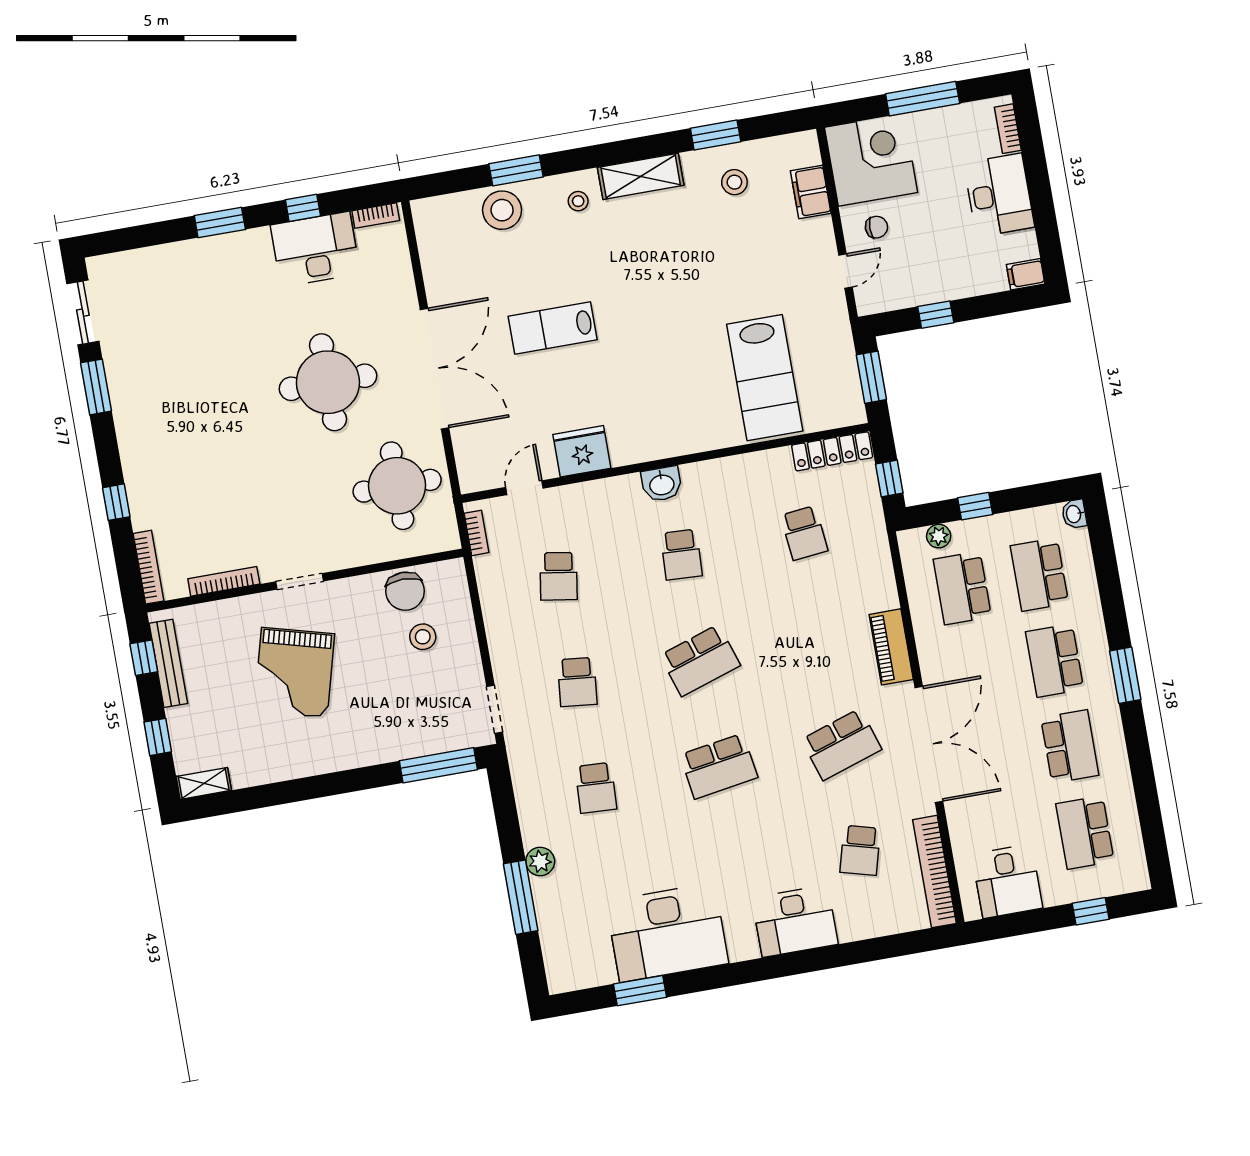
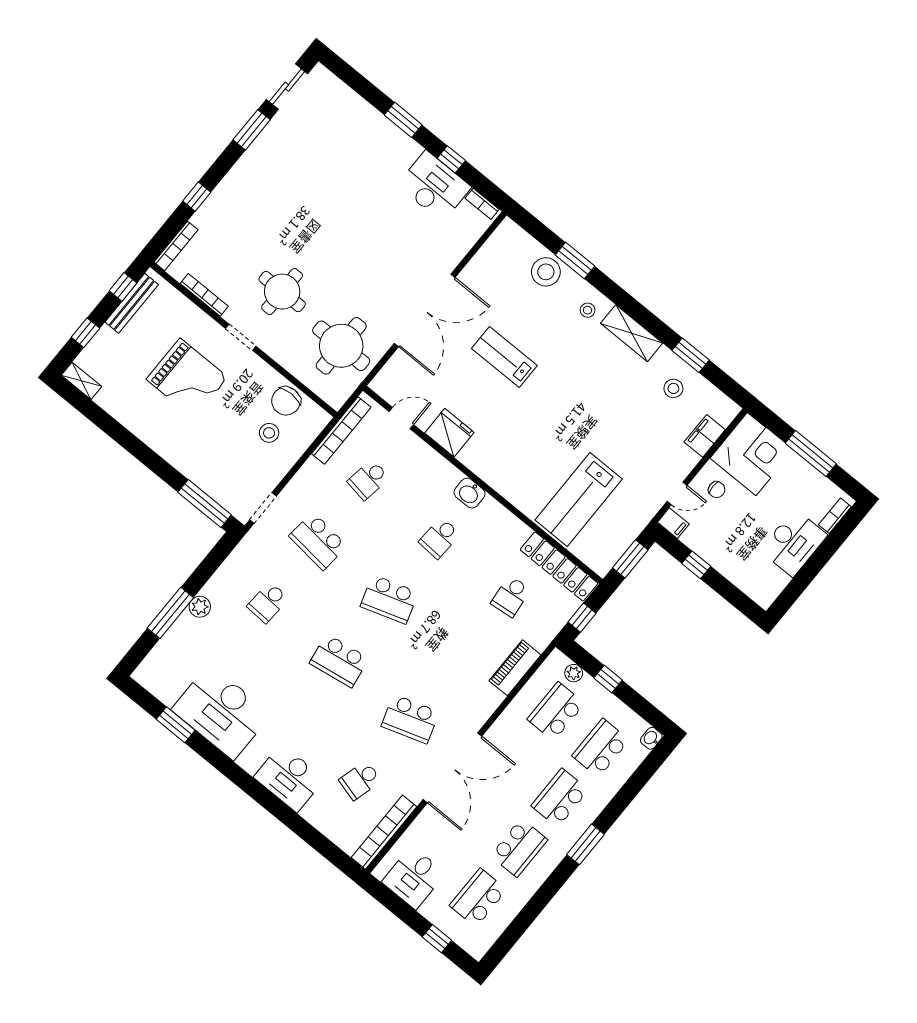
filing cabinet: (1026, 274) -> (673, 523), moved, turned 180
round table: (328, 382) -> (282, 292), moved, width x0.73, depth x0.73
locker: (832, 451) -> (559, 566), width x1.41, depth x1.21
bookcase: (477, 533) -> (341, 430), width x2.31, depth x1.31
piano: (891, 647) -> (515, 668), moved
grand piano: (294, 673) -> (187, 378), turned -105
school desk: (577, 682) -> (318, 541), width x1.85

